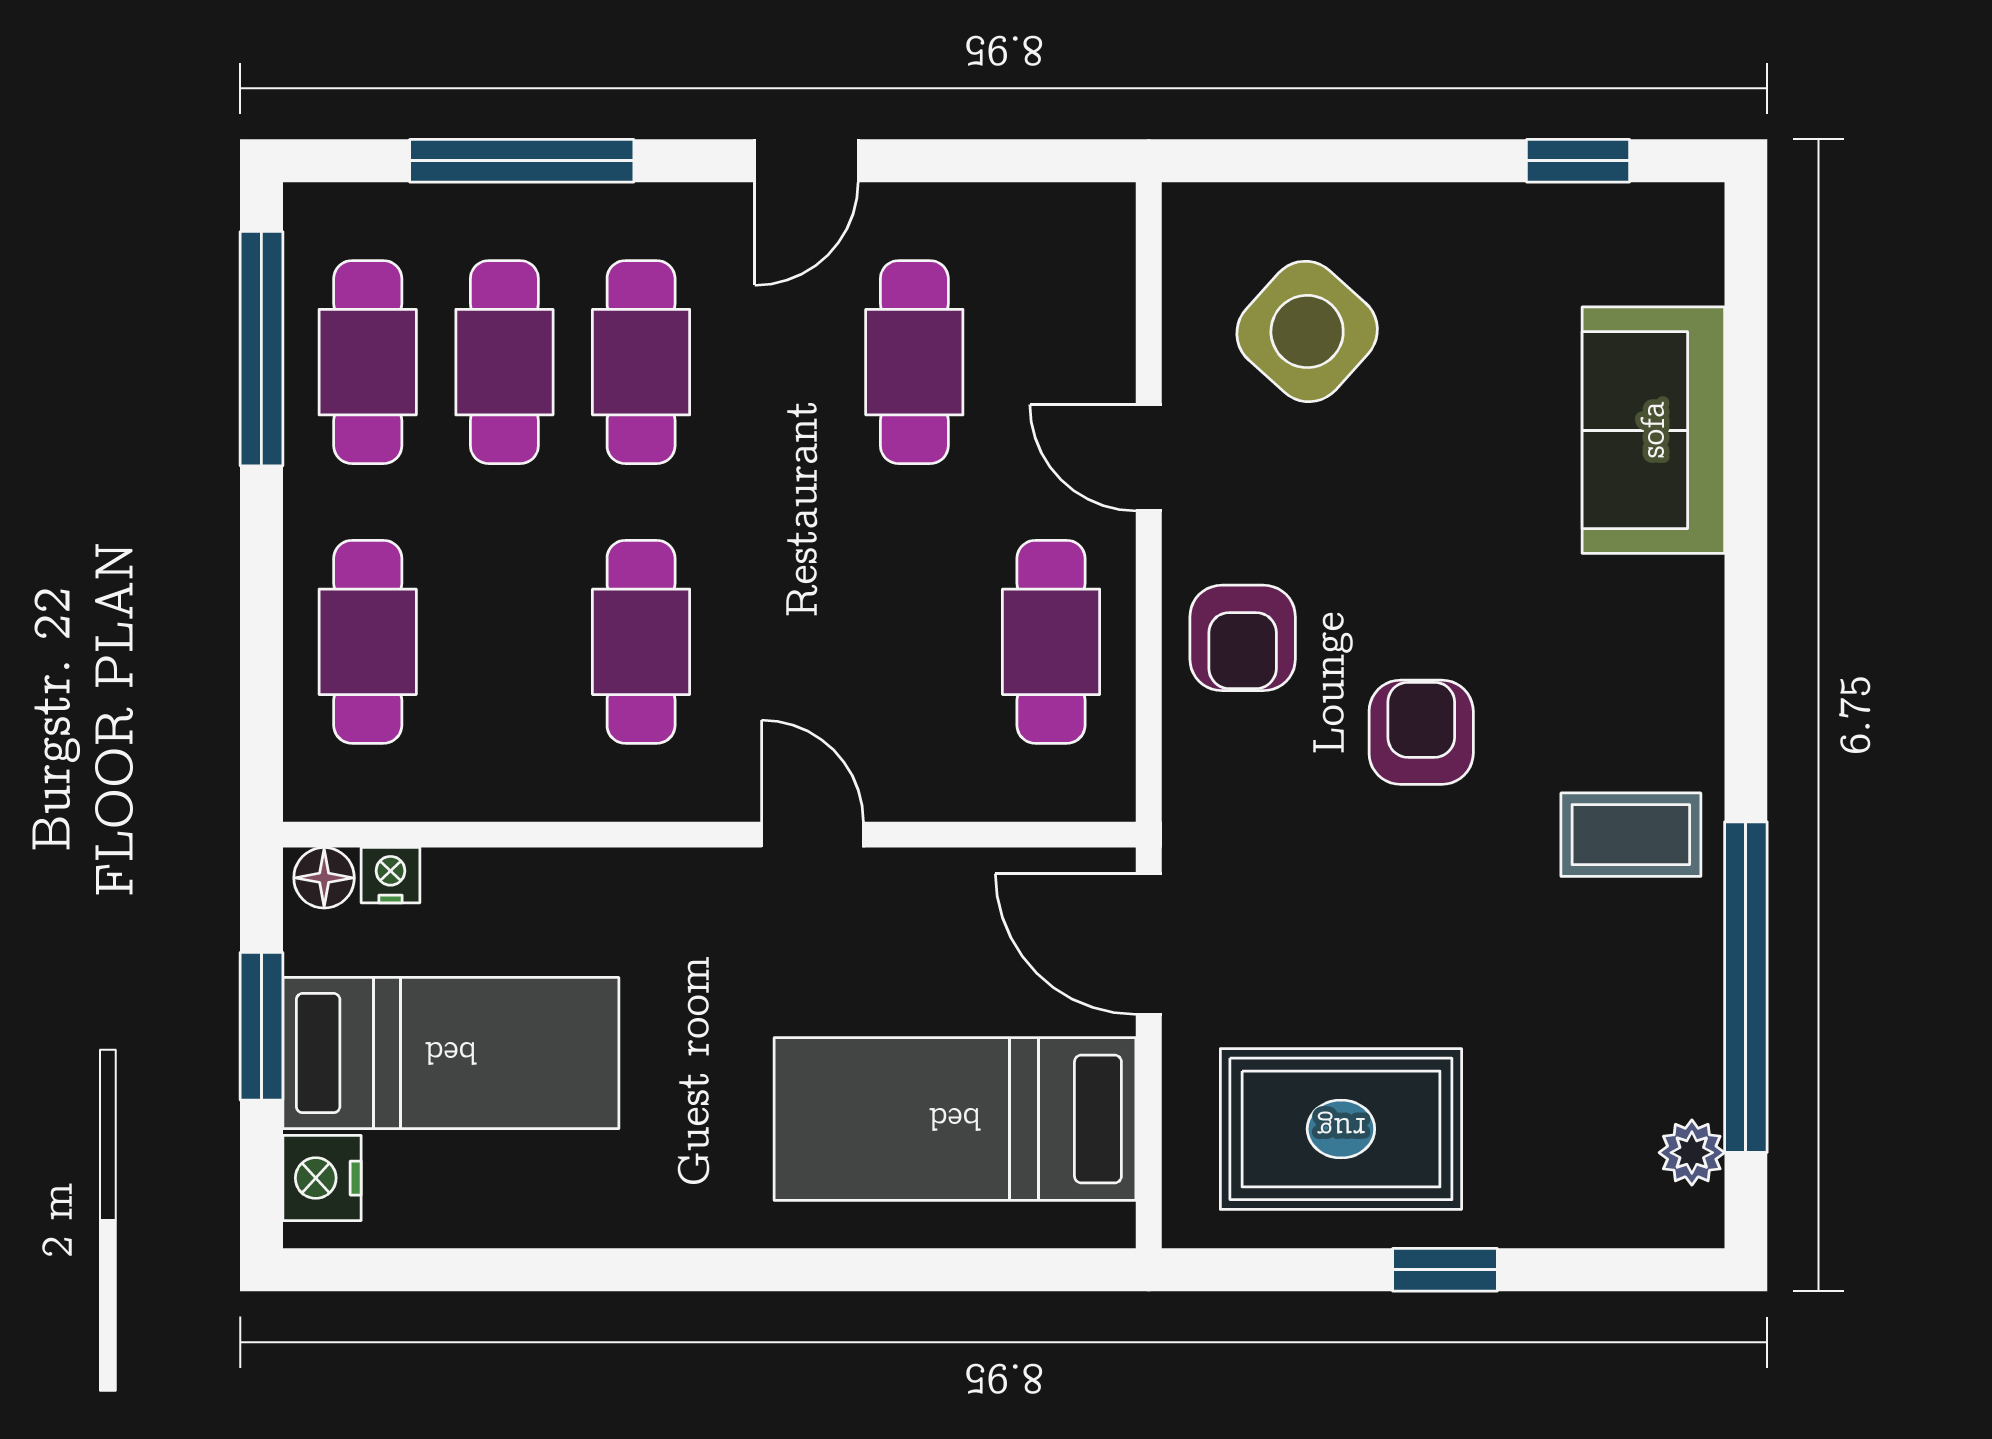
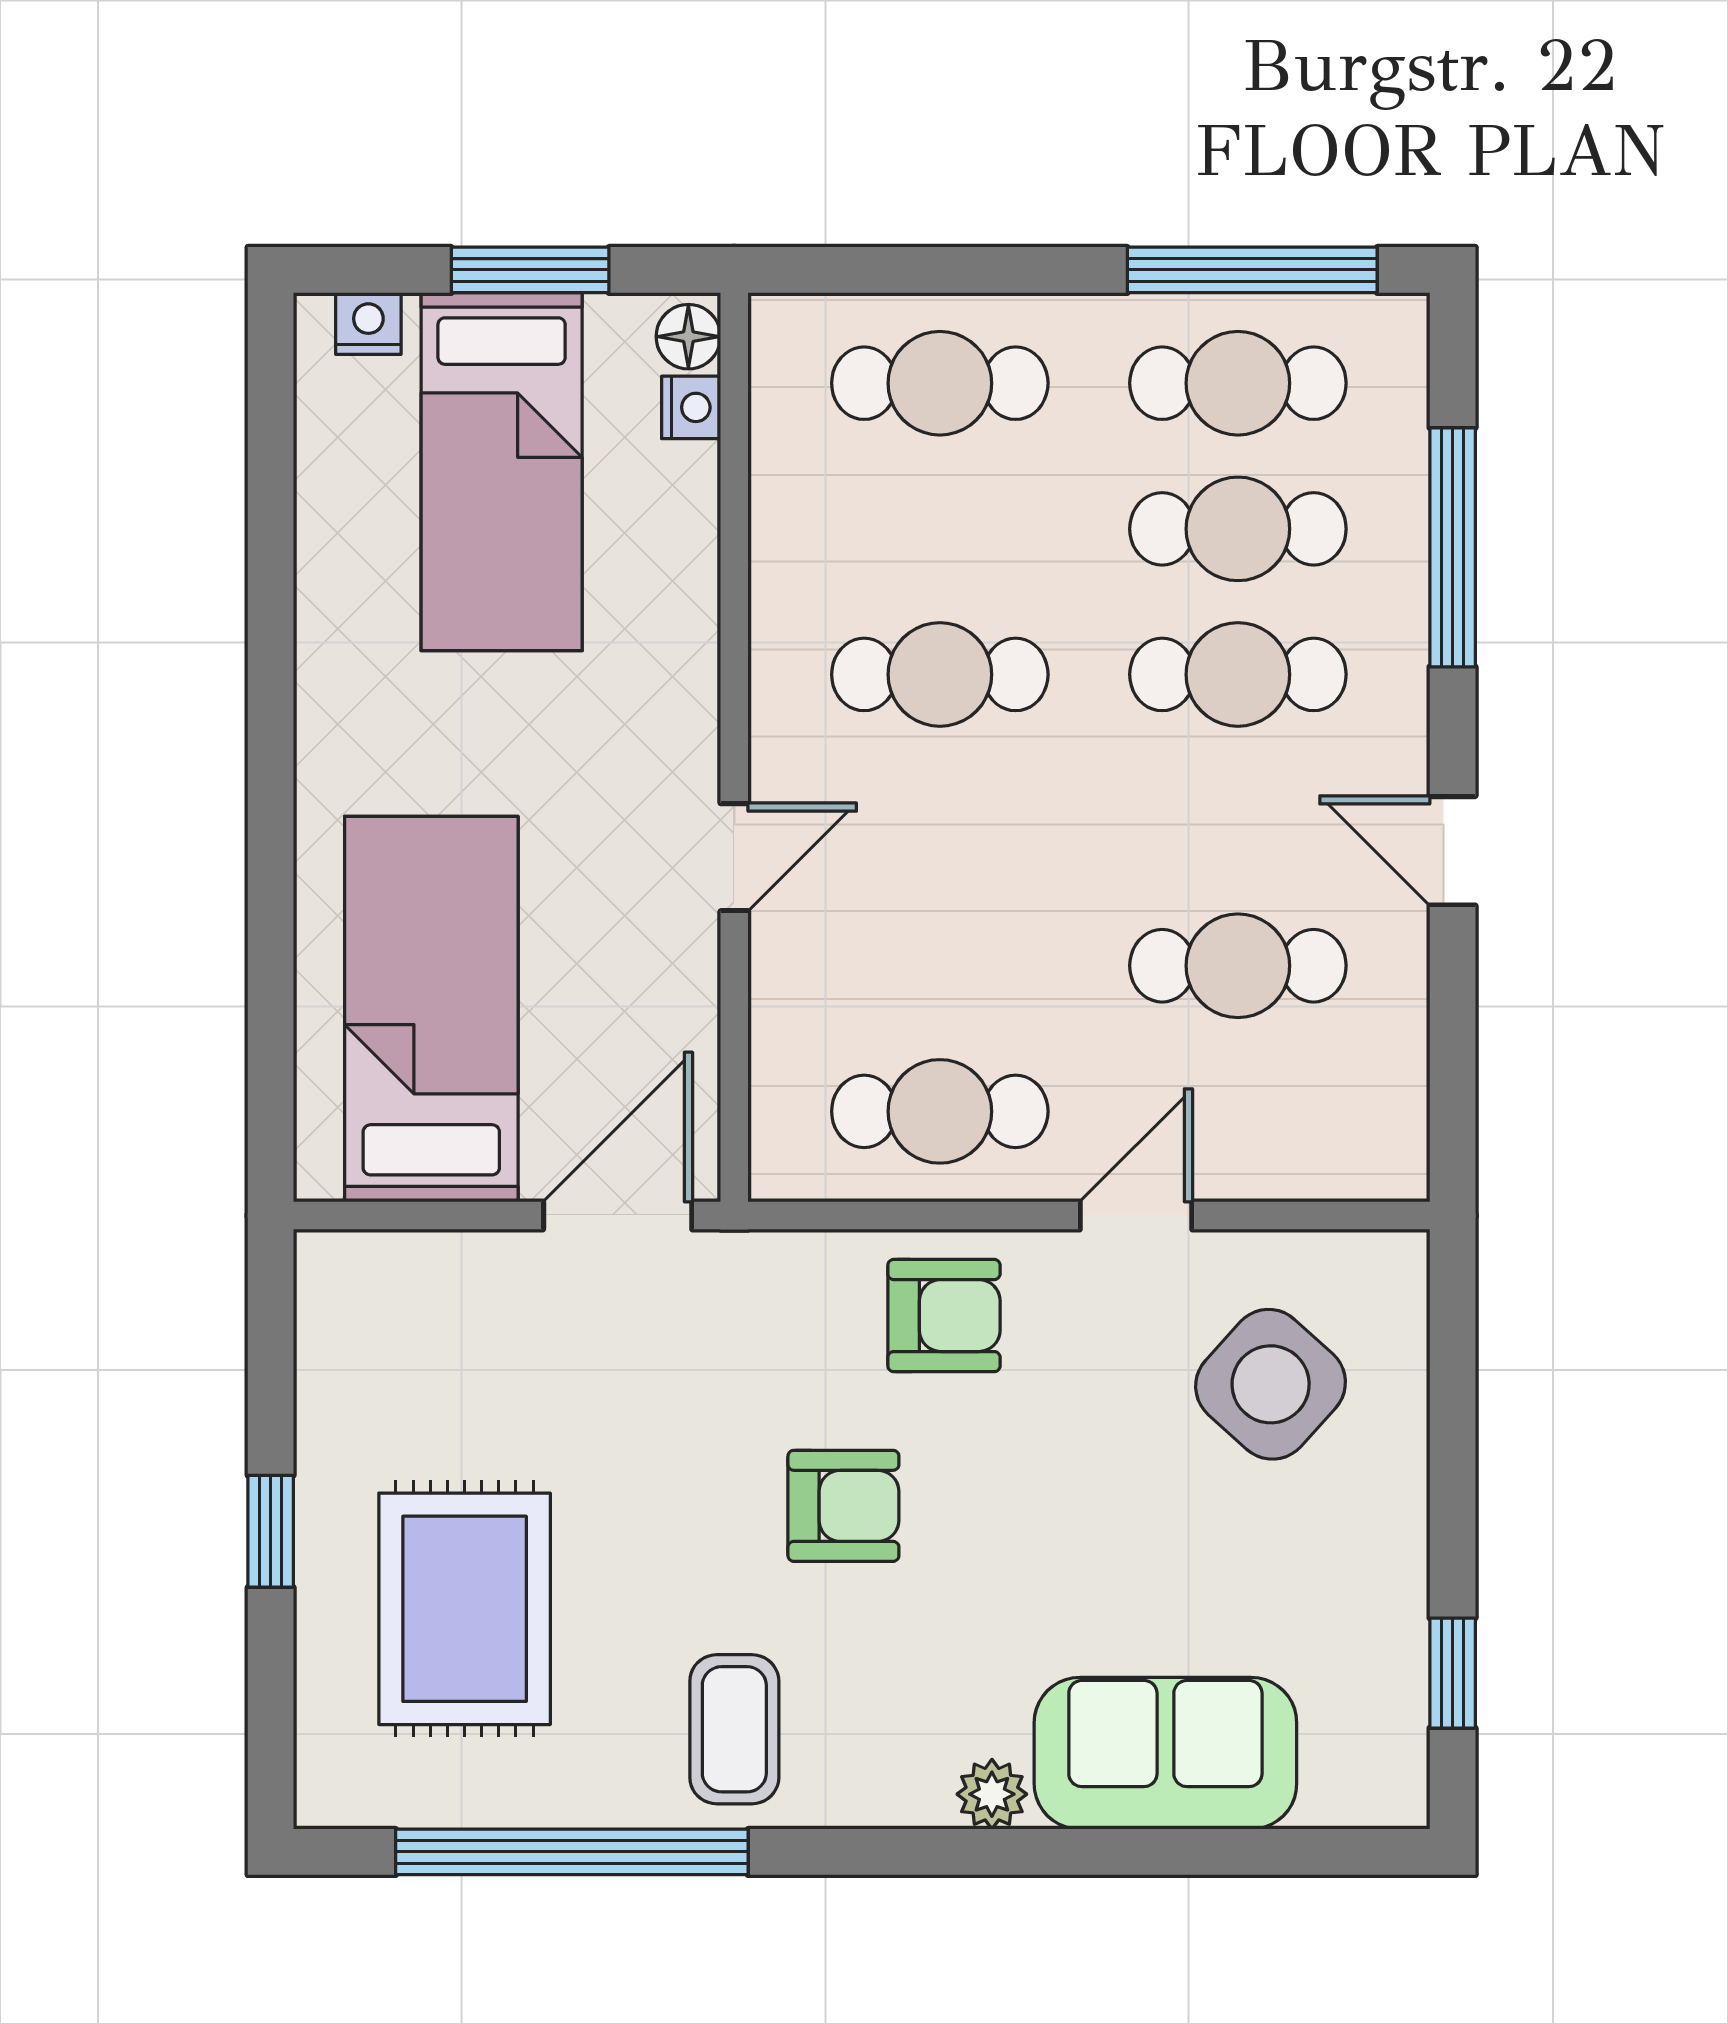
armchair: (1243, 638) -> (944, 1316), turned 180
rug: (1341, 1129) -> (465, 1609), moved
plant: (1692, 1153) -> (992, 1794), moved
nightstand: (322, 1178) -> (368, 324), width x0.72, depth x0.74

